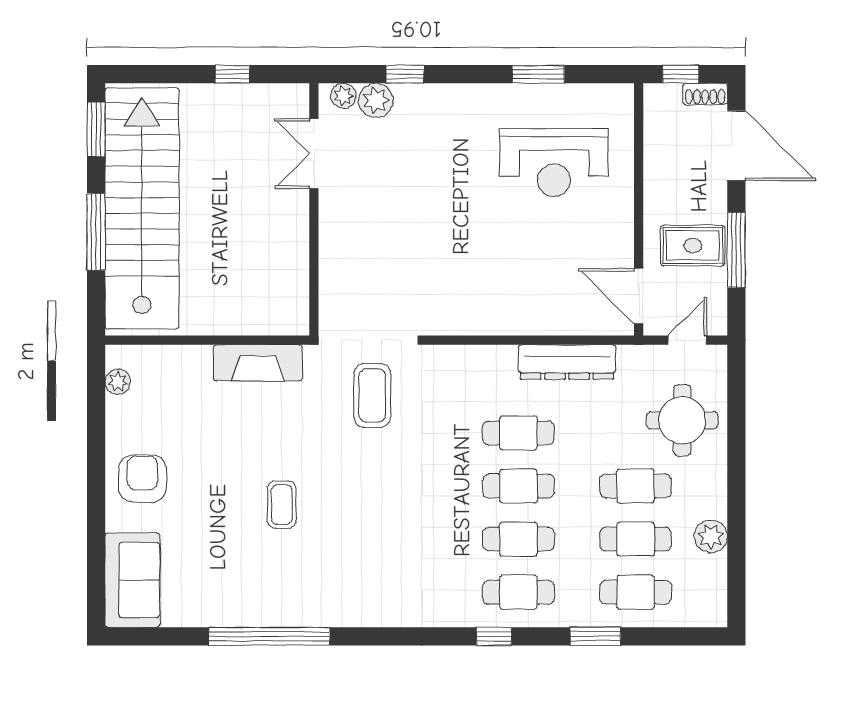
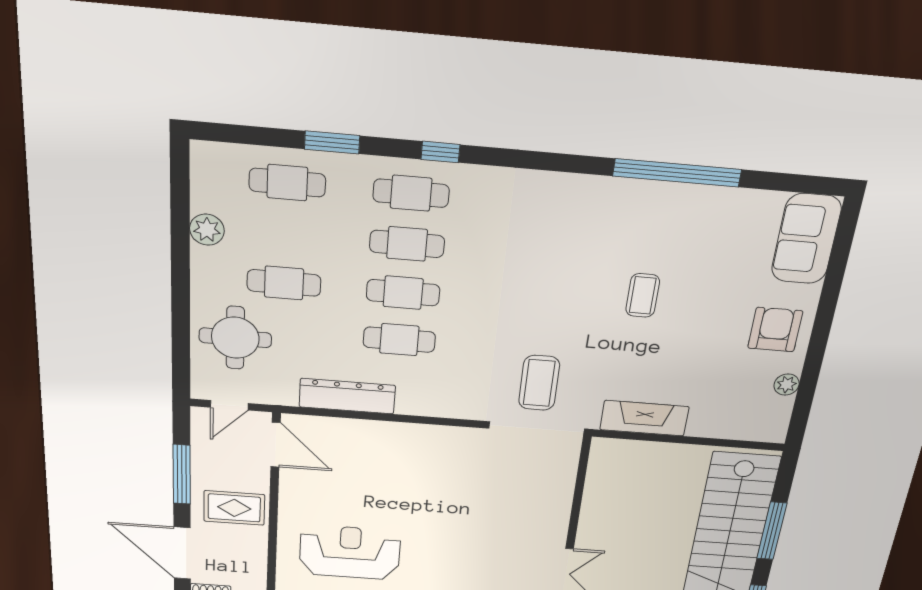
rug: (693, 246) -> (234, 508), moved
plant: (118, 382) -> (787, 385), moved
armchair: (142, 479) -> (775, 330), turned 180
cafe table: (636, 539) -> (286, 234), removed

